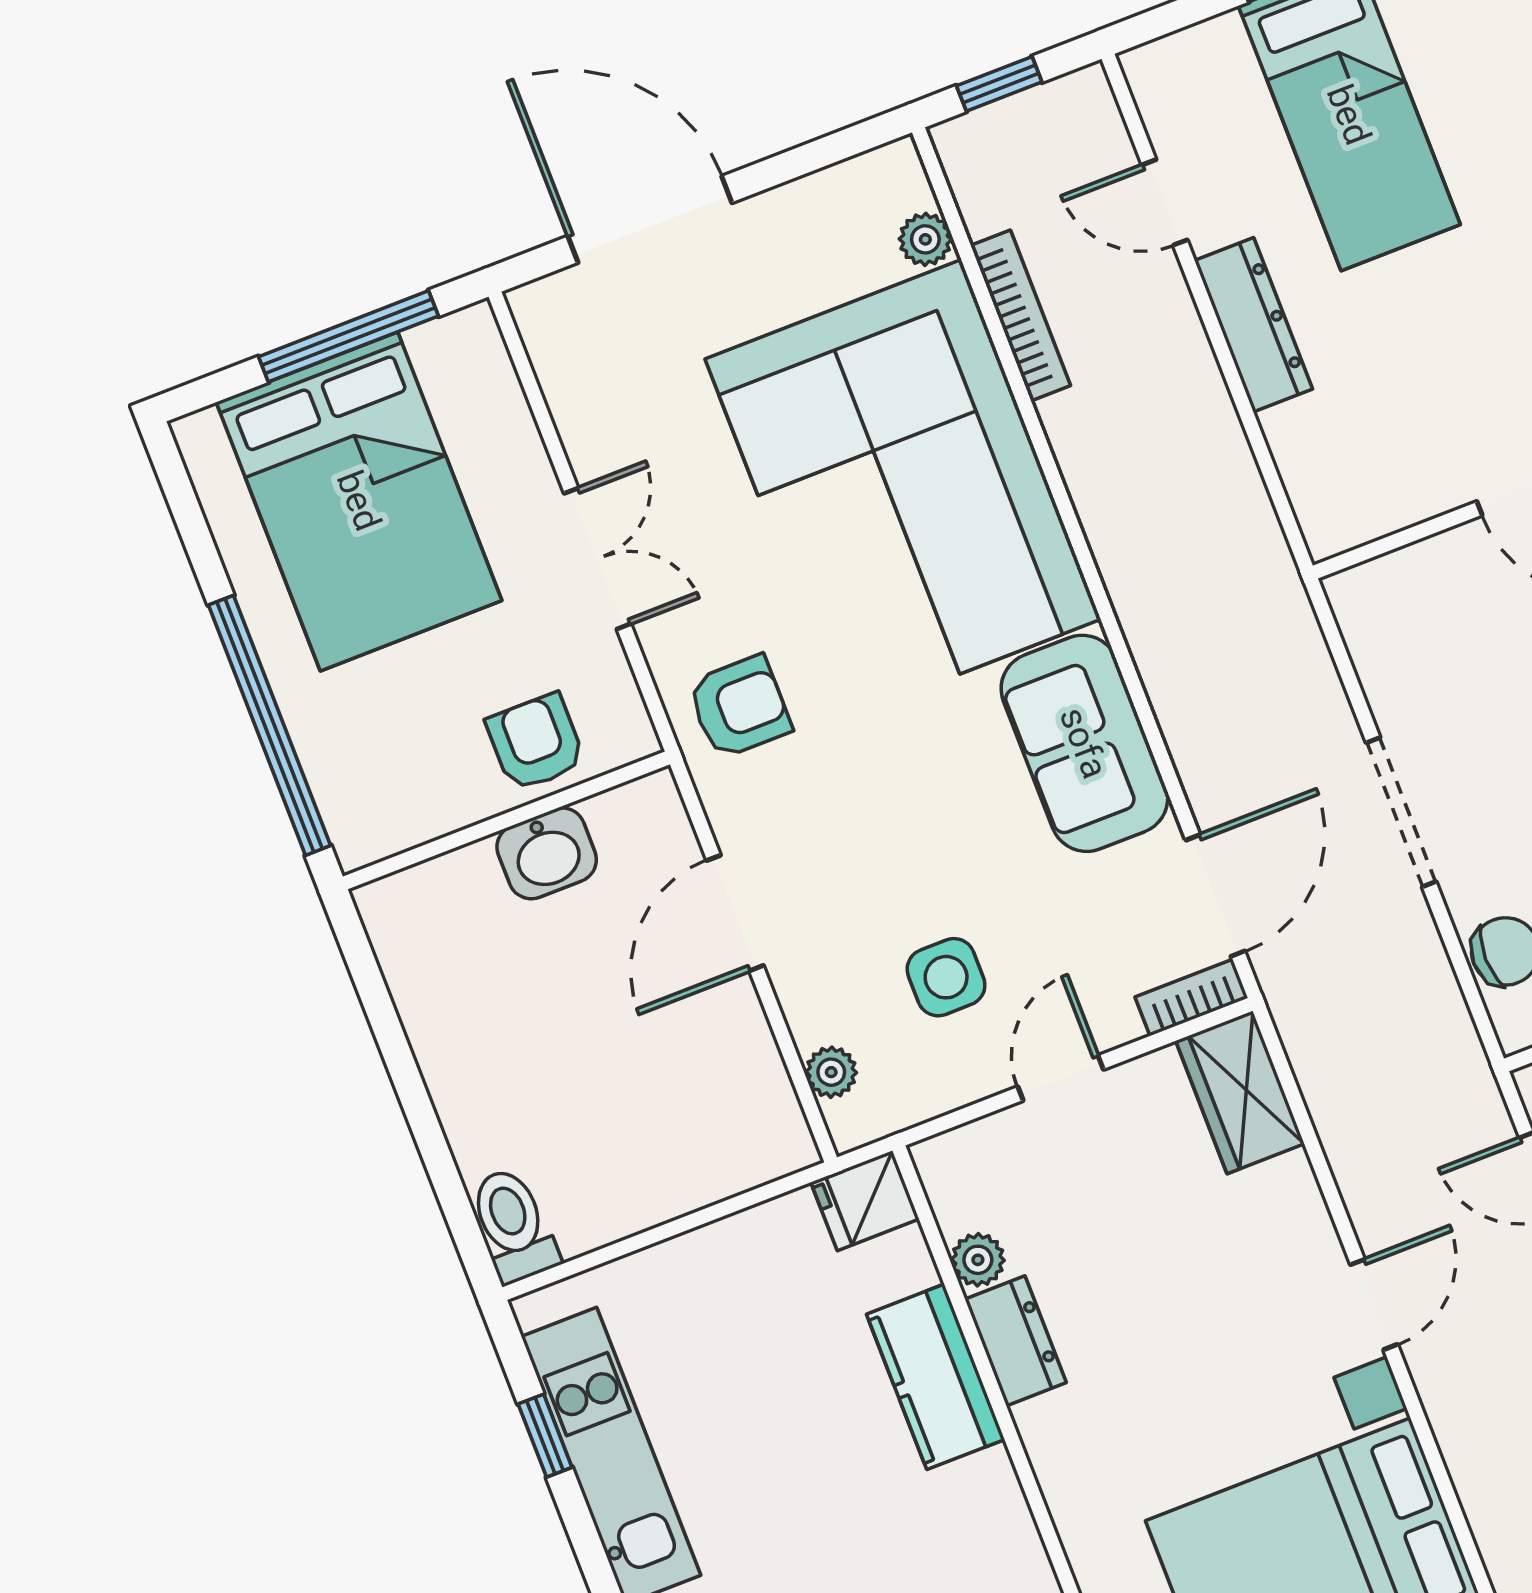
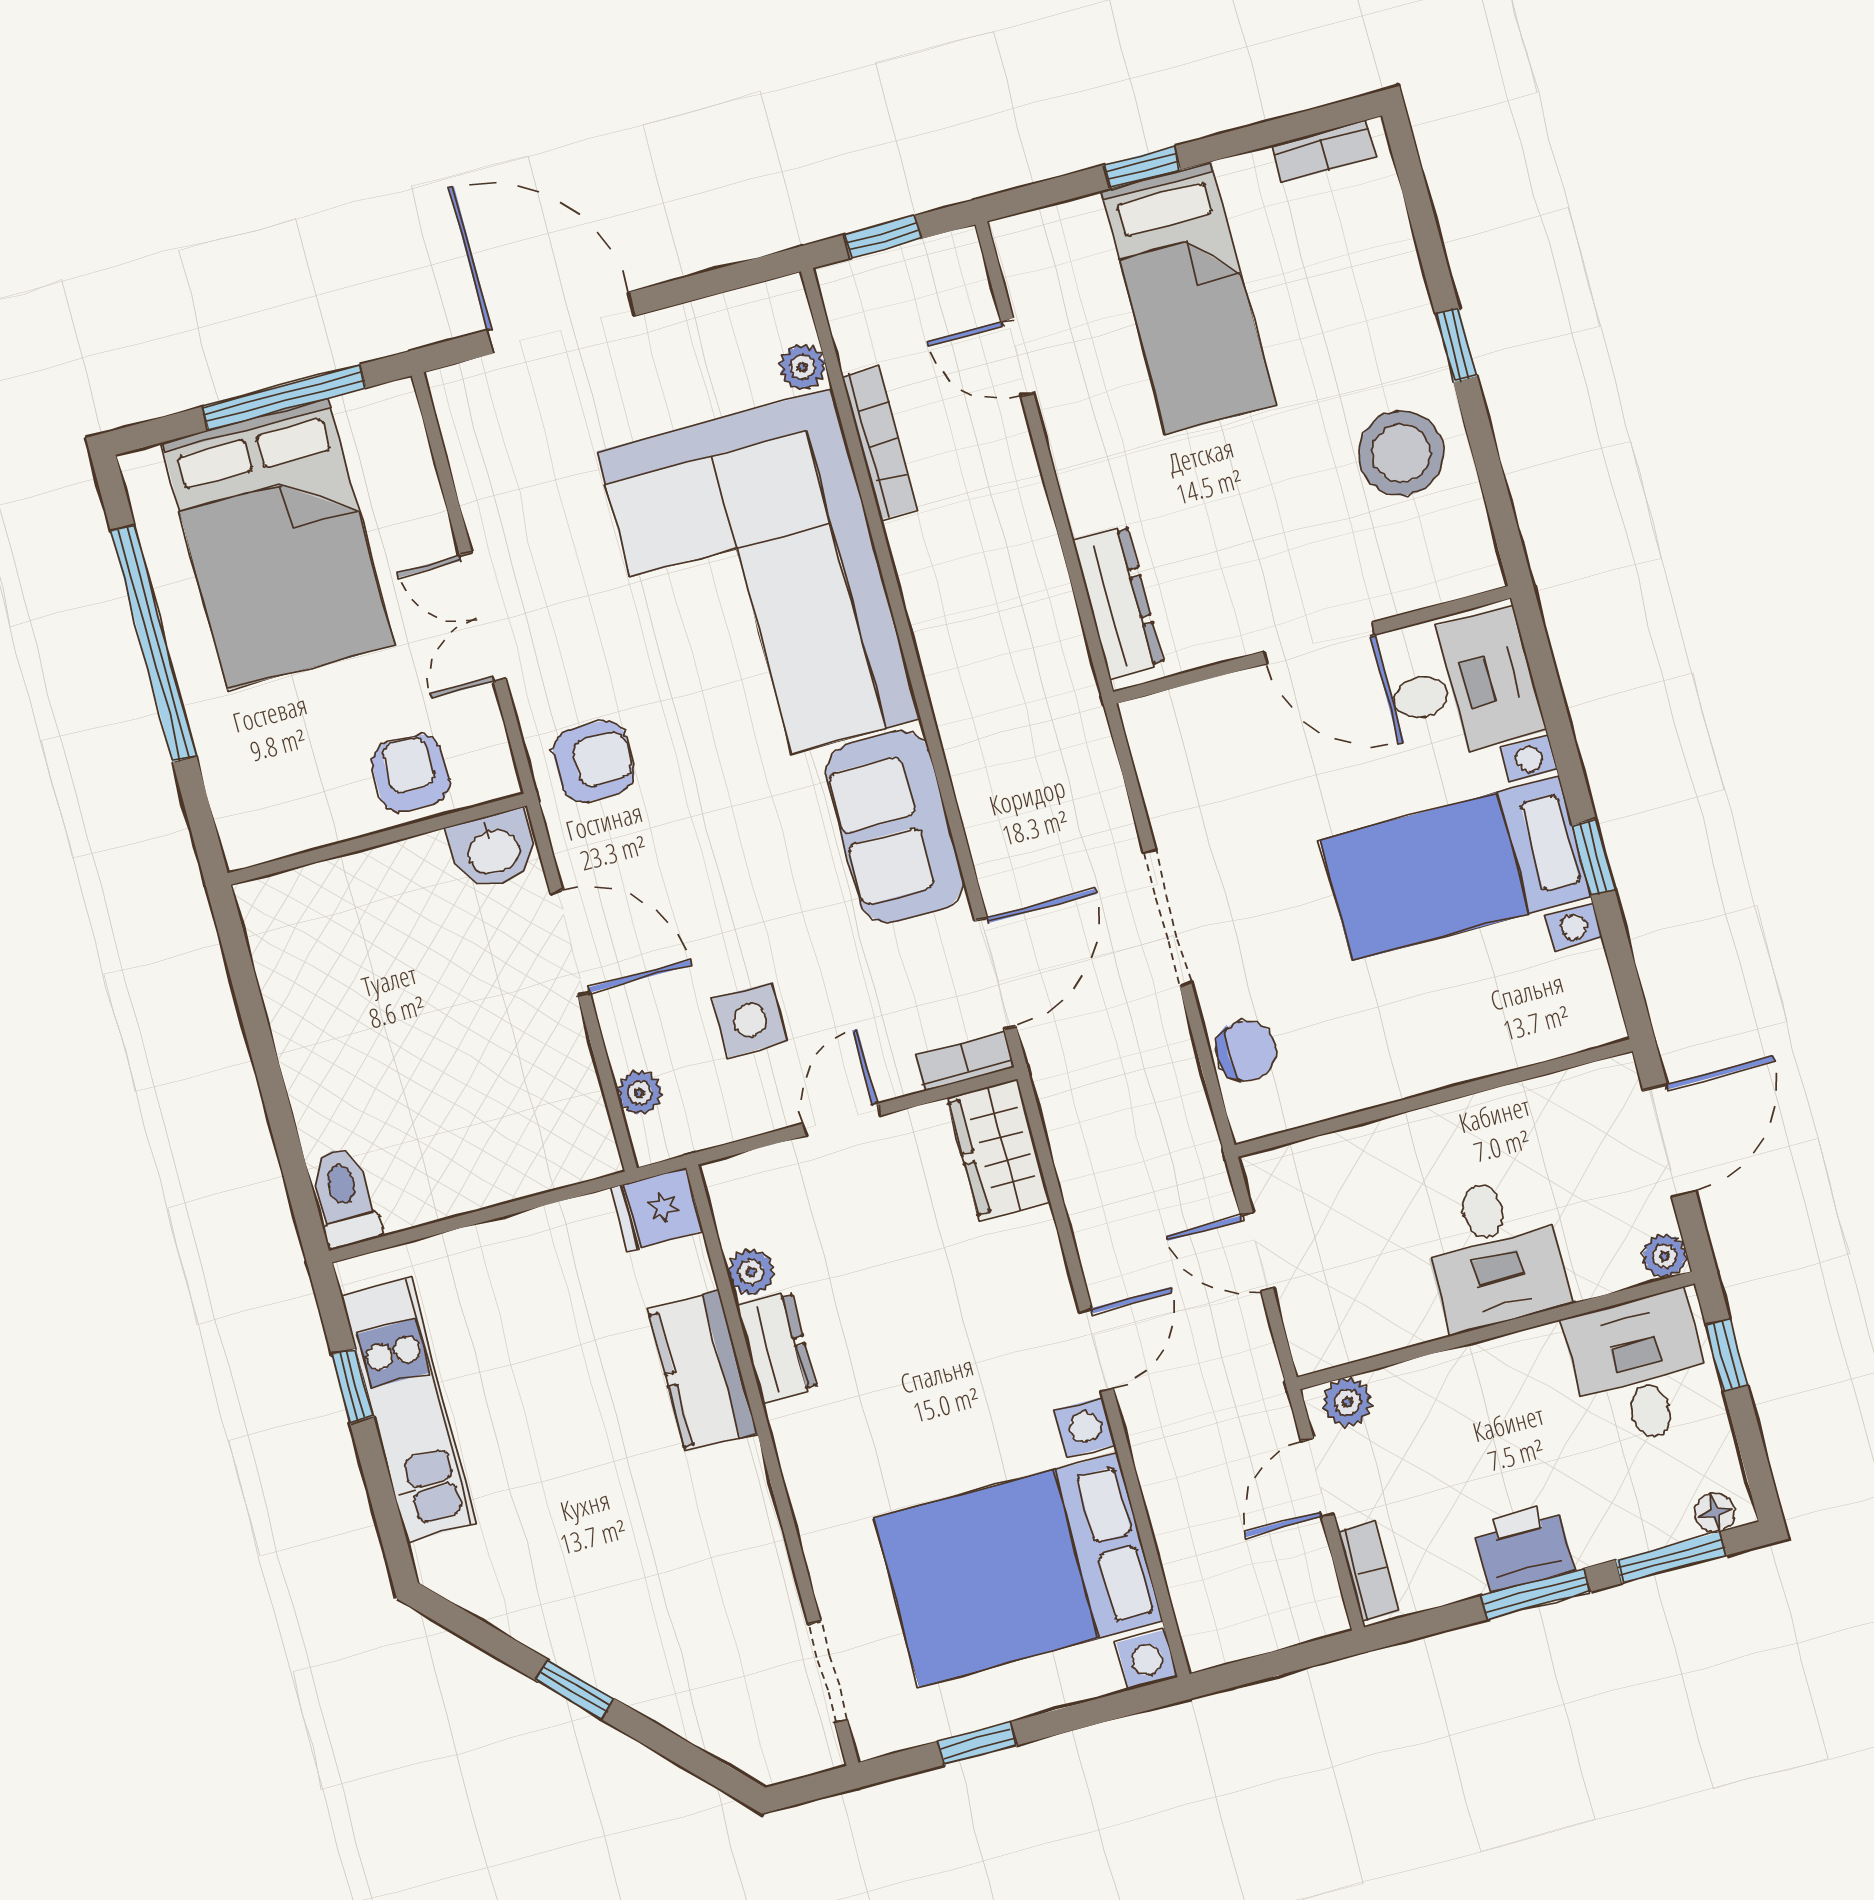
dresser: (1253, 325) -> (1118, 602), moved
double door: (598, 559) -> (483, 617), swing flipped
window: (270, 725) -> (154, 644), moved
washbasin: (547, 853) -> (493, 850), moved
door: (735, 913) -> (570, 943), swing flipped

